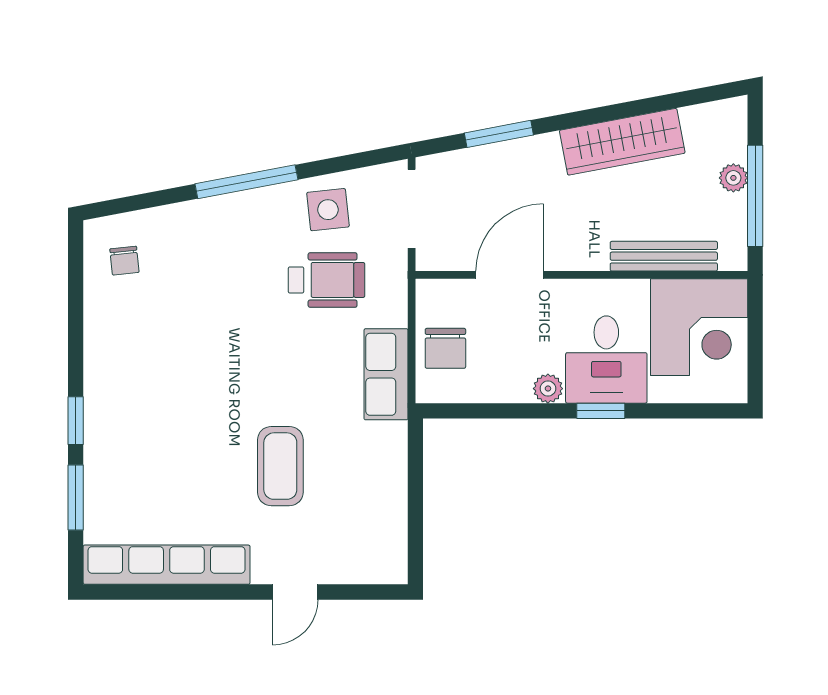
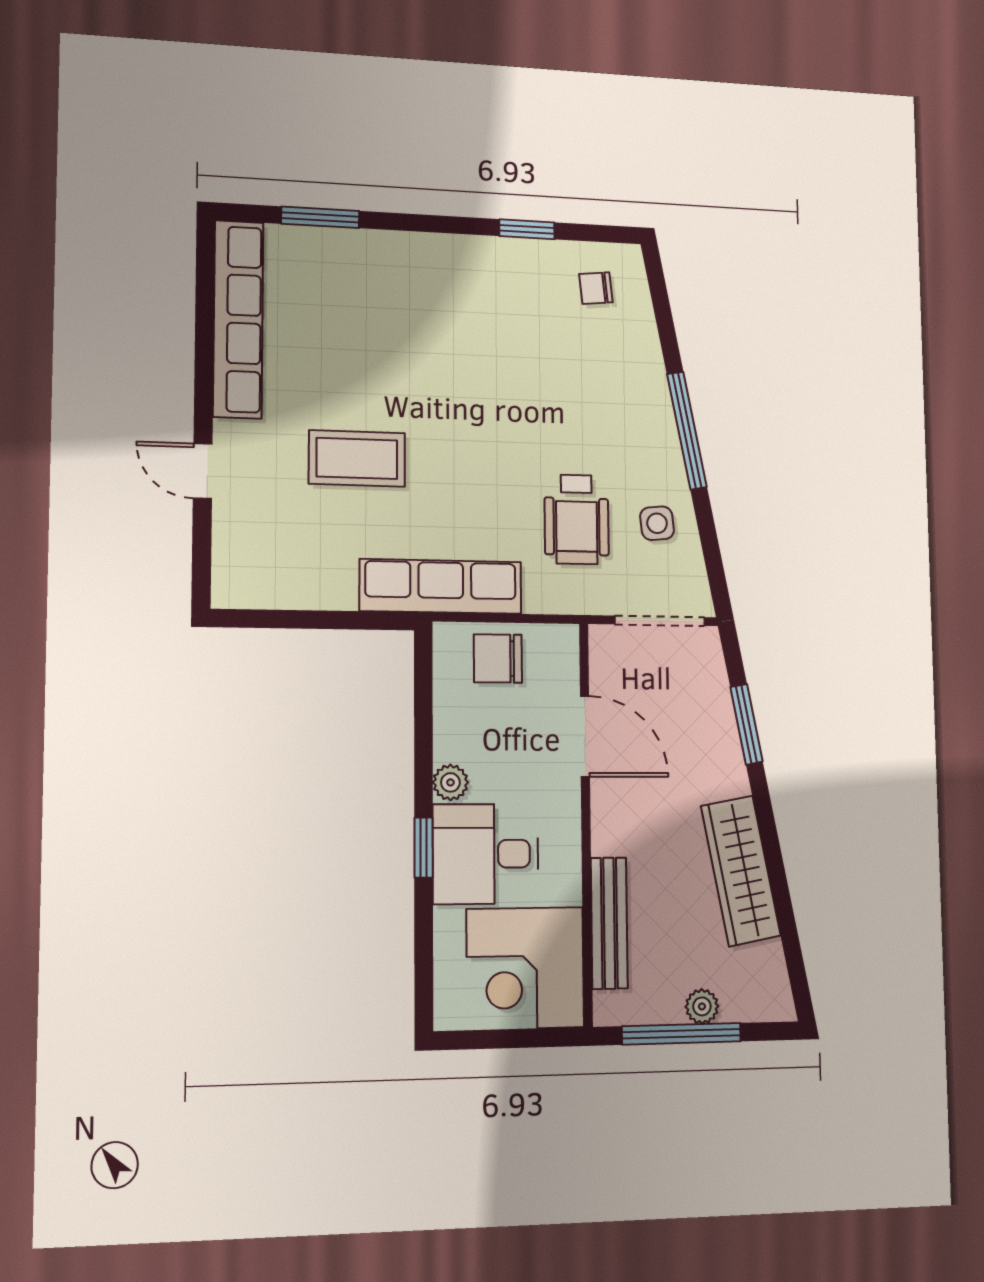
side table: (328, 210) -> (657, 523), width x0.73, depth x0.73
row of seats: (386, 374) -> (441, 586), width x1.48
window: (76, 421) -> (527, 229), moved

